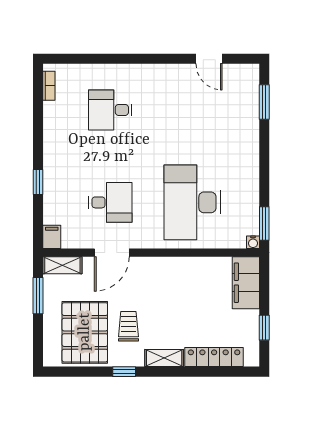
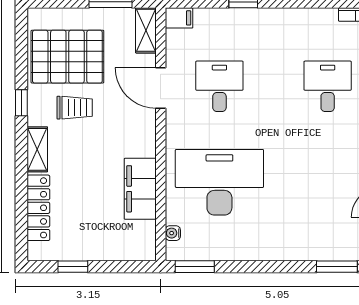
desk: (110, 202) -> (219, 86), turned 180
water cooler: (253, 242) -> (173, 233), moved
filing cabinet: (246, 283) -> (140, 189), moved, turned -90

